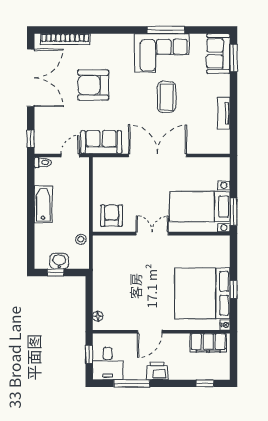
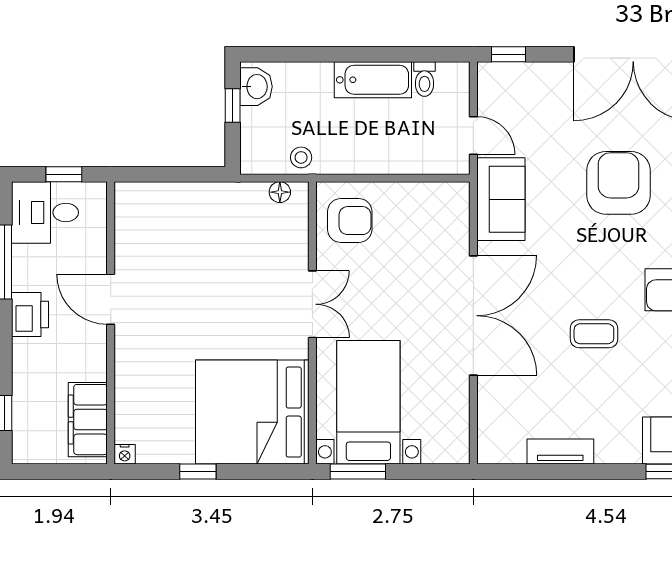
coffee table: (167, 97) -> (594, 334), width x0.73, depth x0.77
toilet: (43, 162) -> (425, 79), moved
washbasin: (59, 261) -> (256, 87), moved
bed: (202, 293) -> (252, 412), moved, turned -90
floor lamp: (98, 316) -> (280, 192), moved

